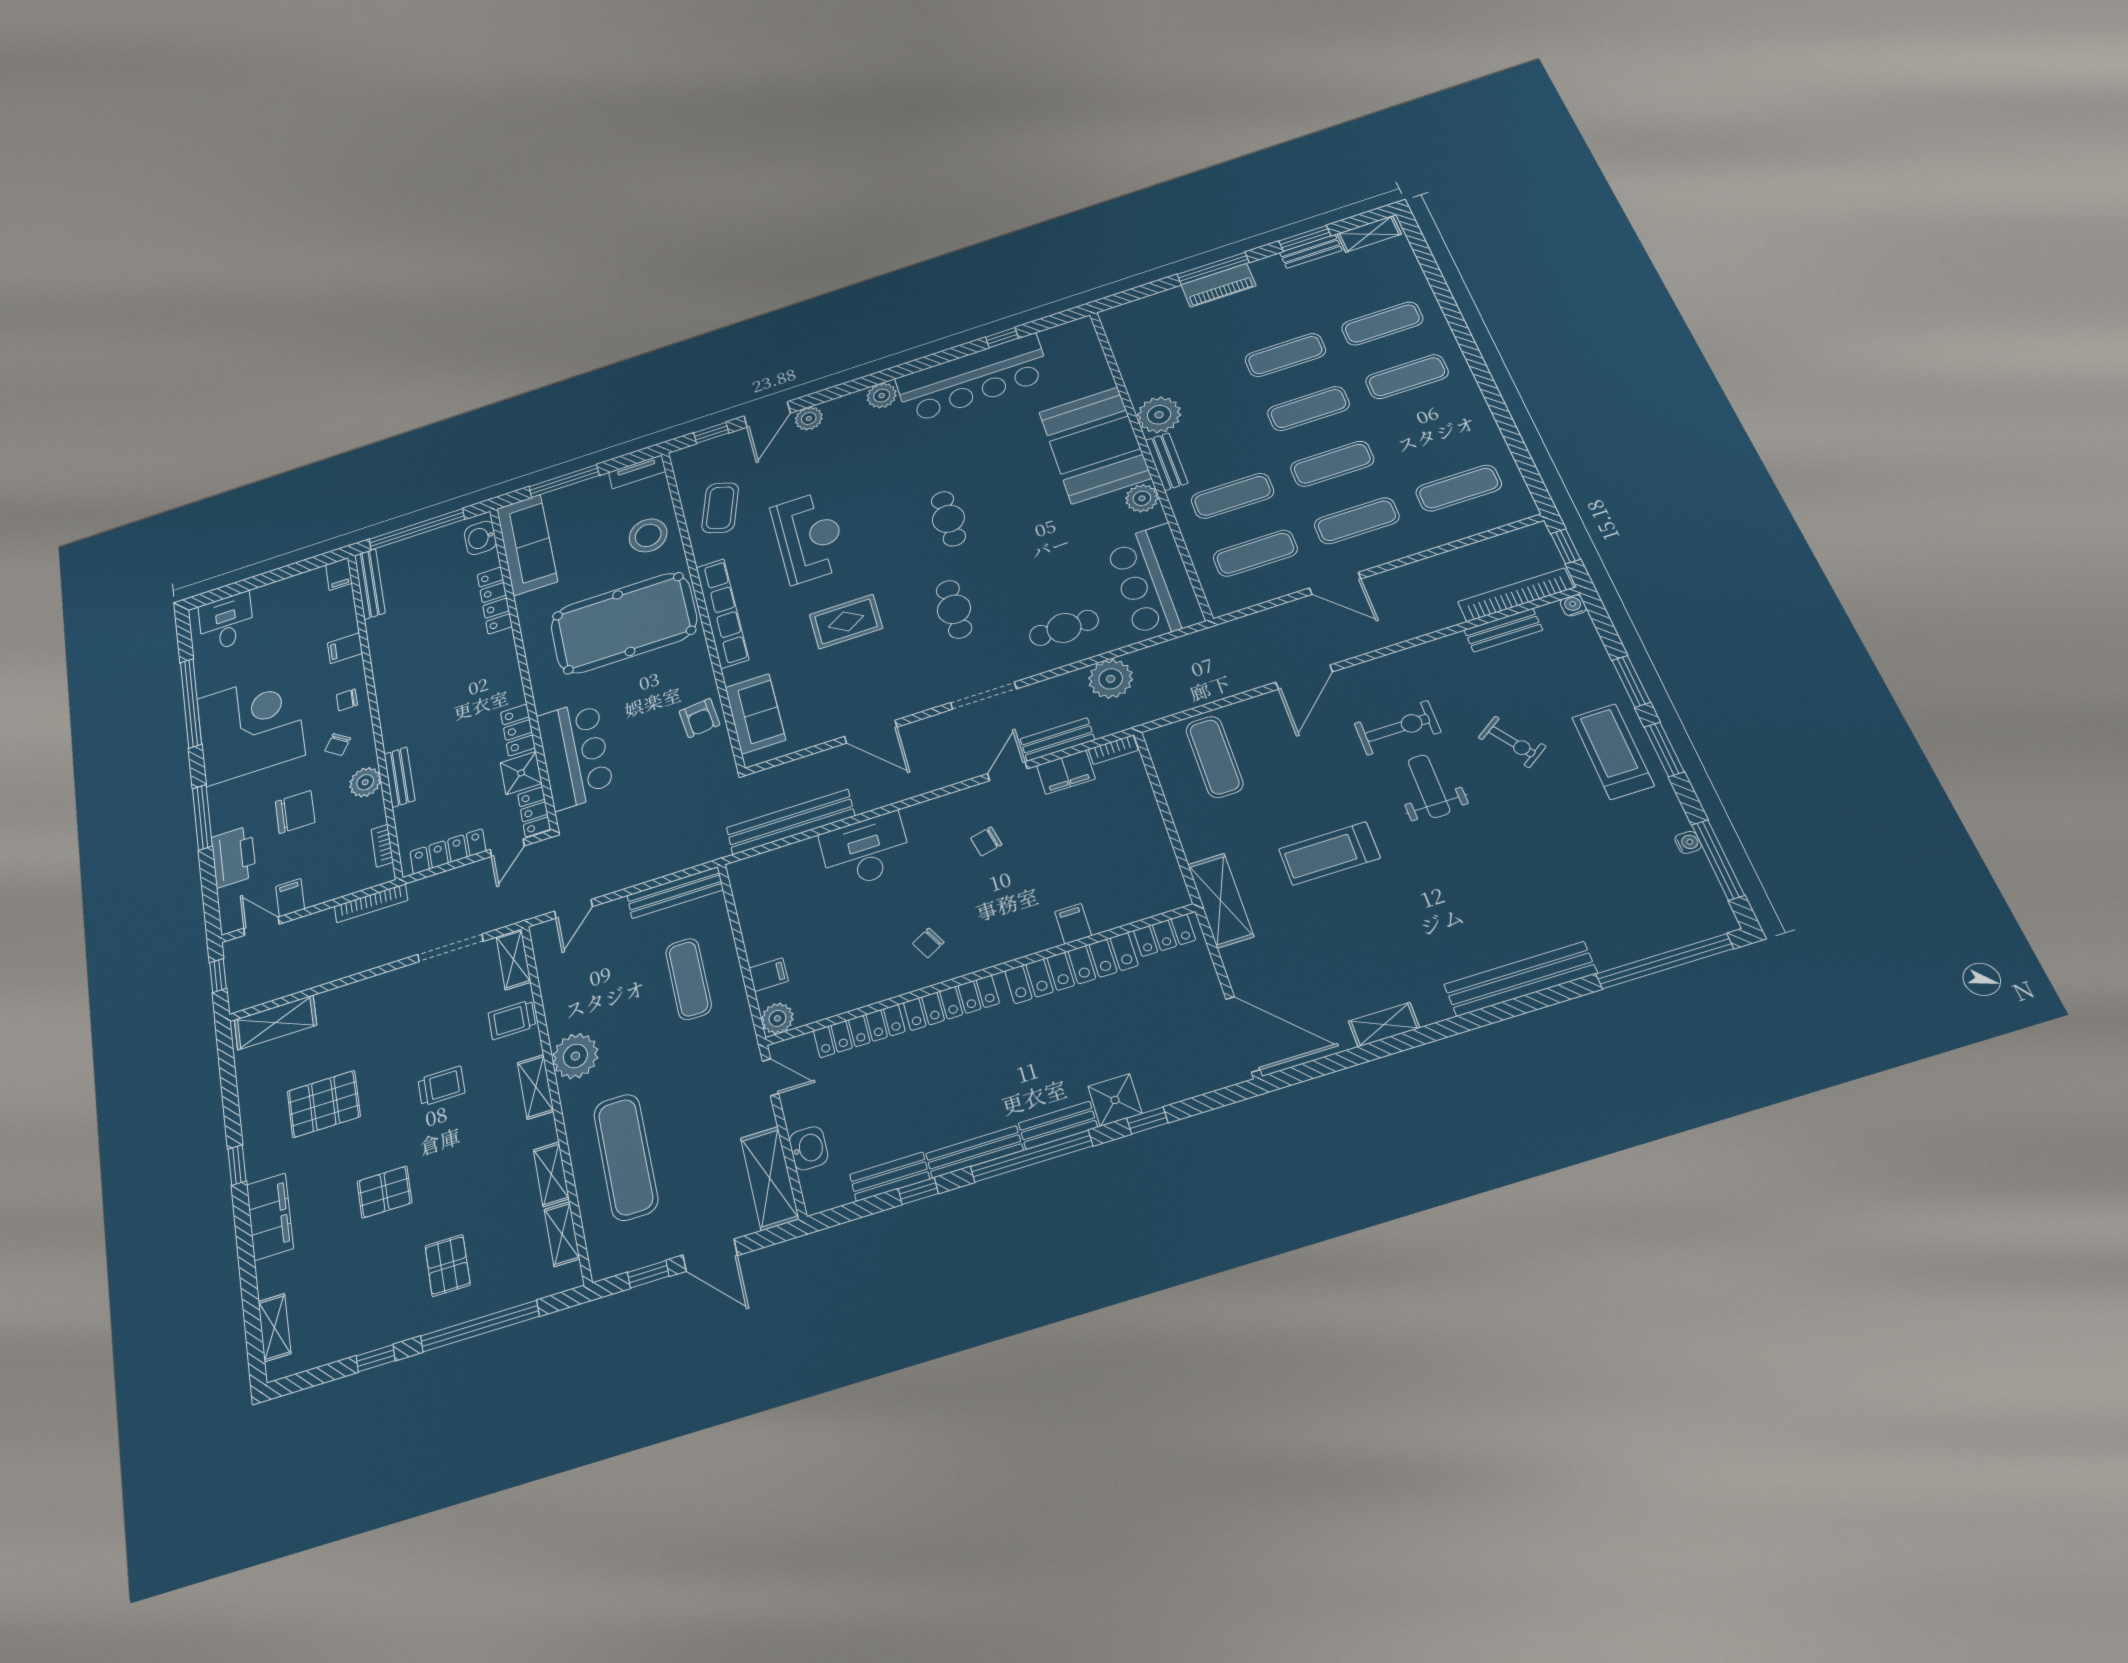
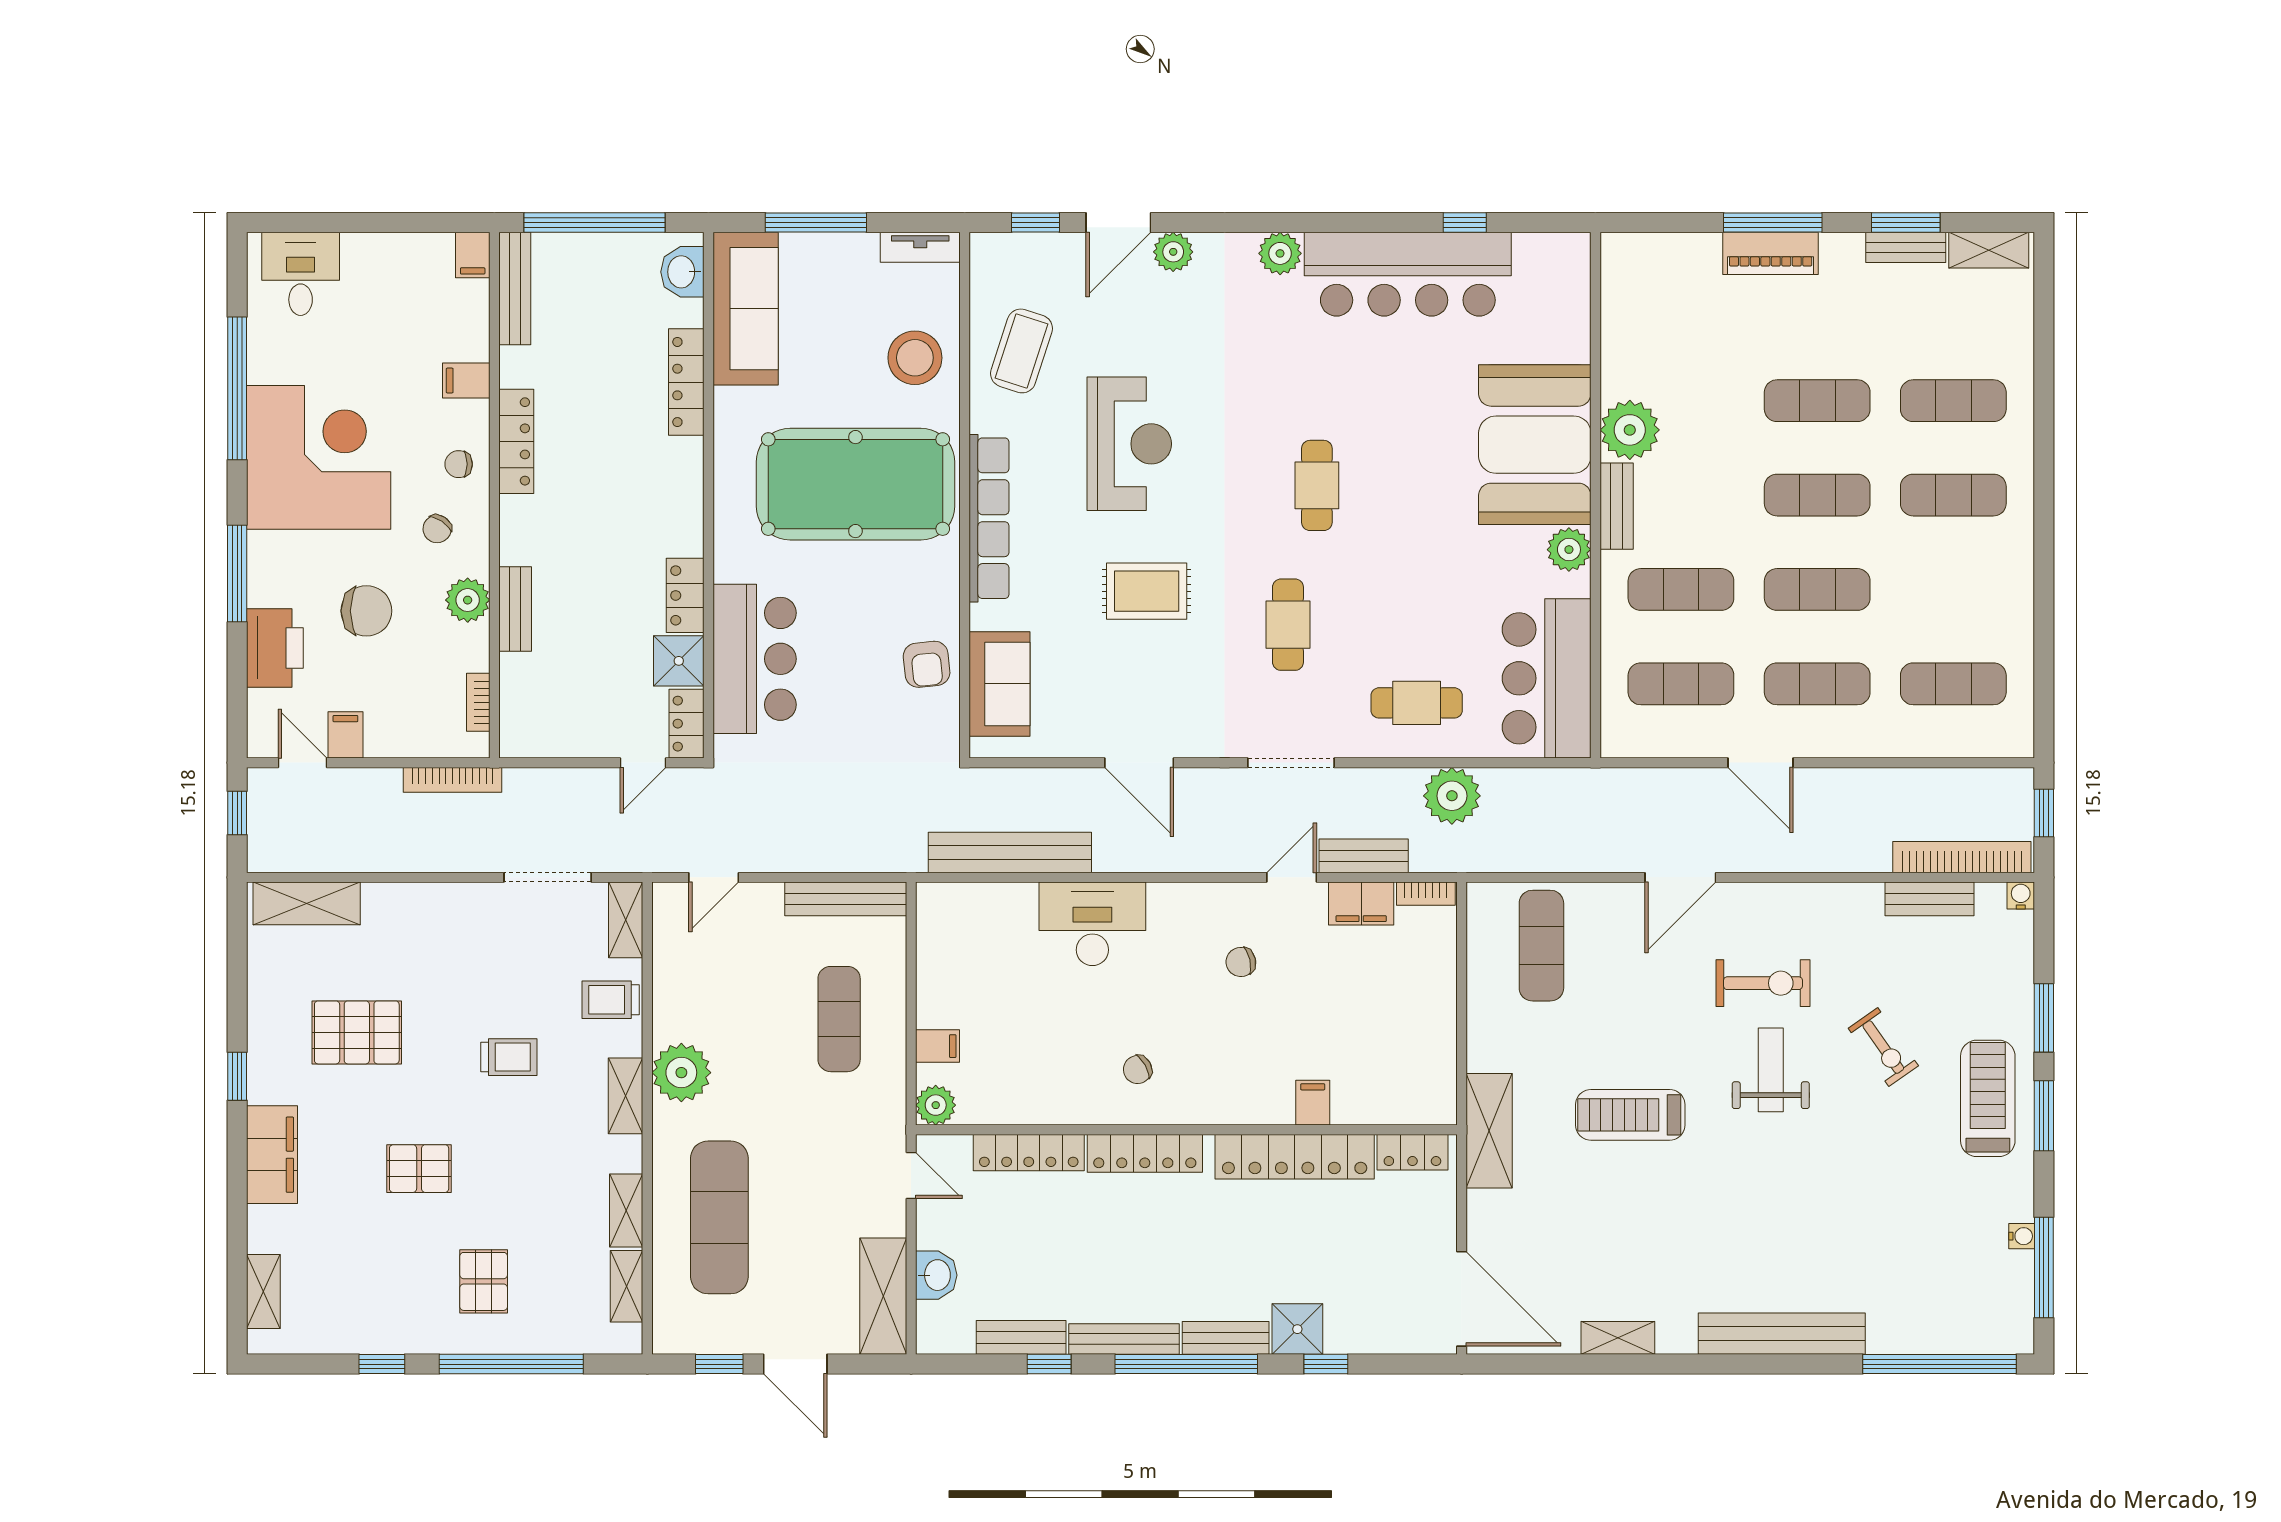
locker: (448, 851) -> (516, 441), moved, turned 90

